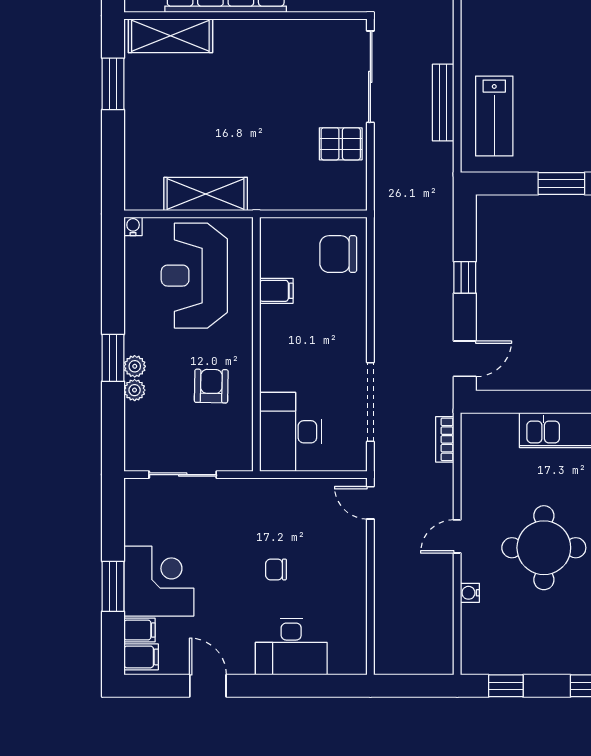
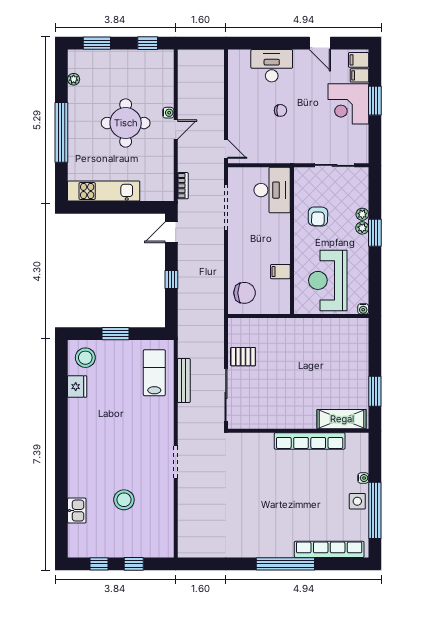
shelving: (206, 194) -> (321, 328), removed
reception desk: (194, 276) -> (328, 280), turned 180
water cooler: (470, 593) -> (168, 113), moved

